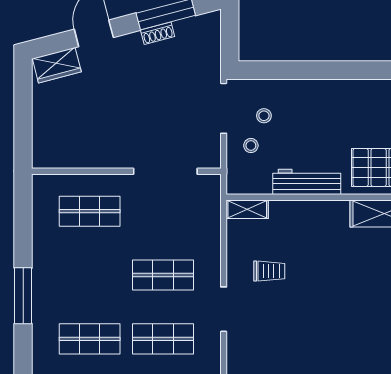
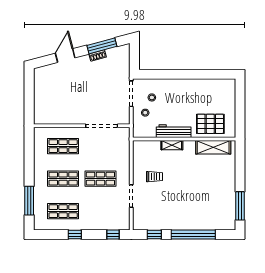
wardrobe: (57, 65) -> (46, 72), removed
shelving: (247, 209) -> (172, 145), moved
window: (23, 296) -> (29, 201), moved
shop shelf: (163, 339) -> (63, 179), moved

